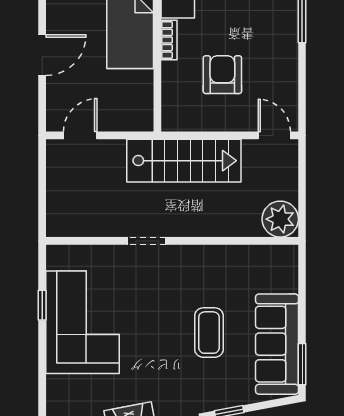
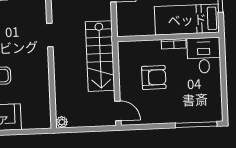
door: (274, 135) -> (118, 111), hinge flipped
plant: (280, 219) -> (62, 122), width x0.53, depth x0.53

